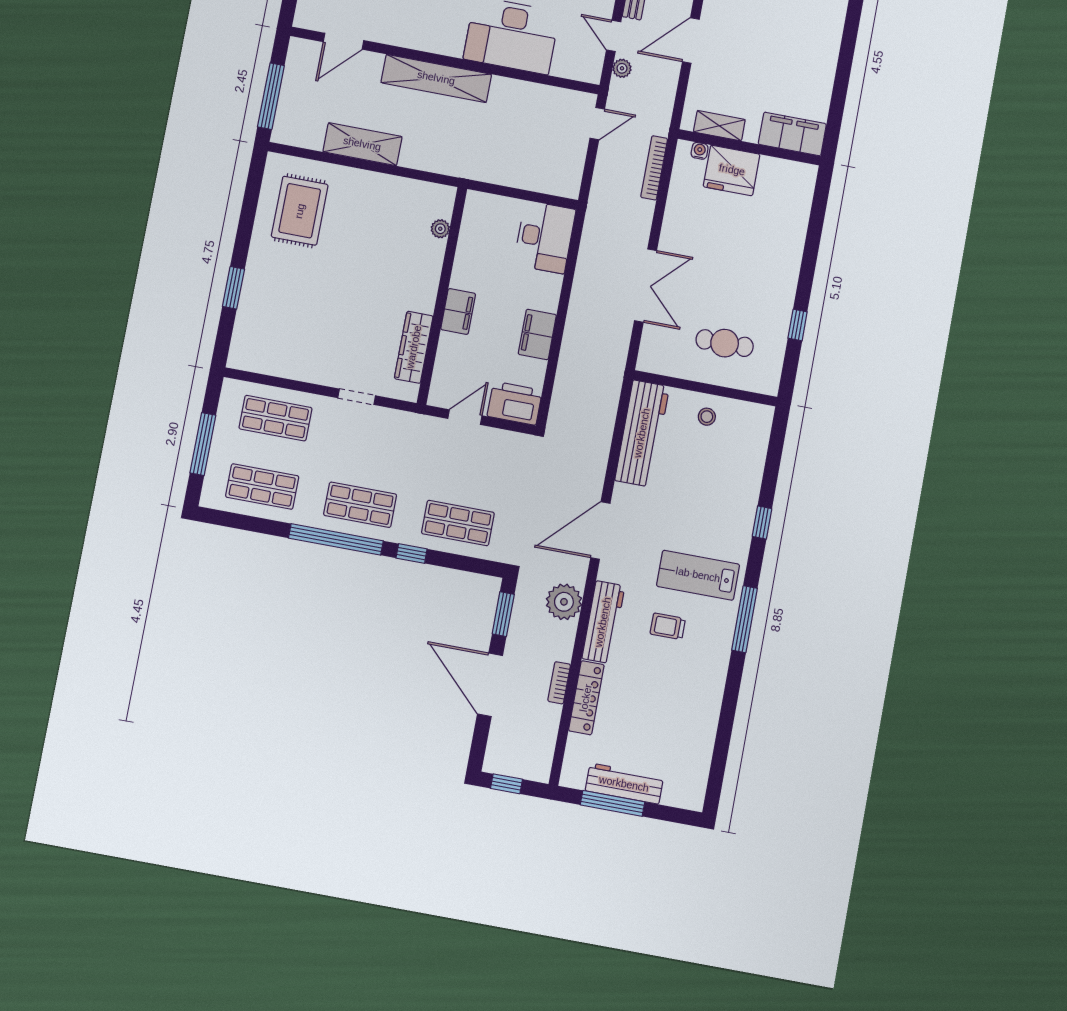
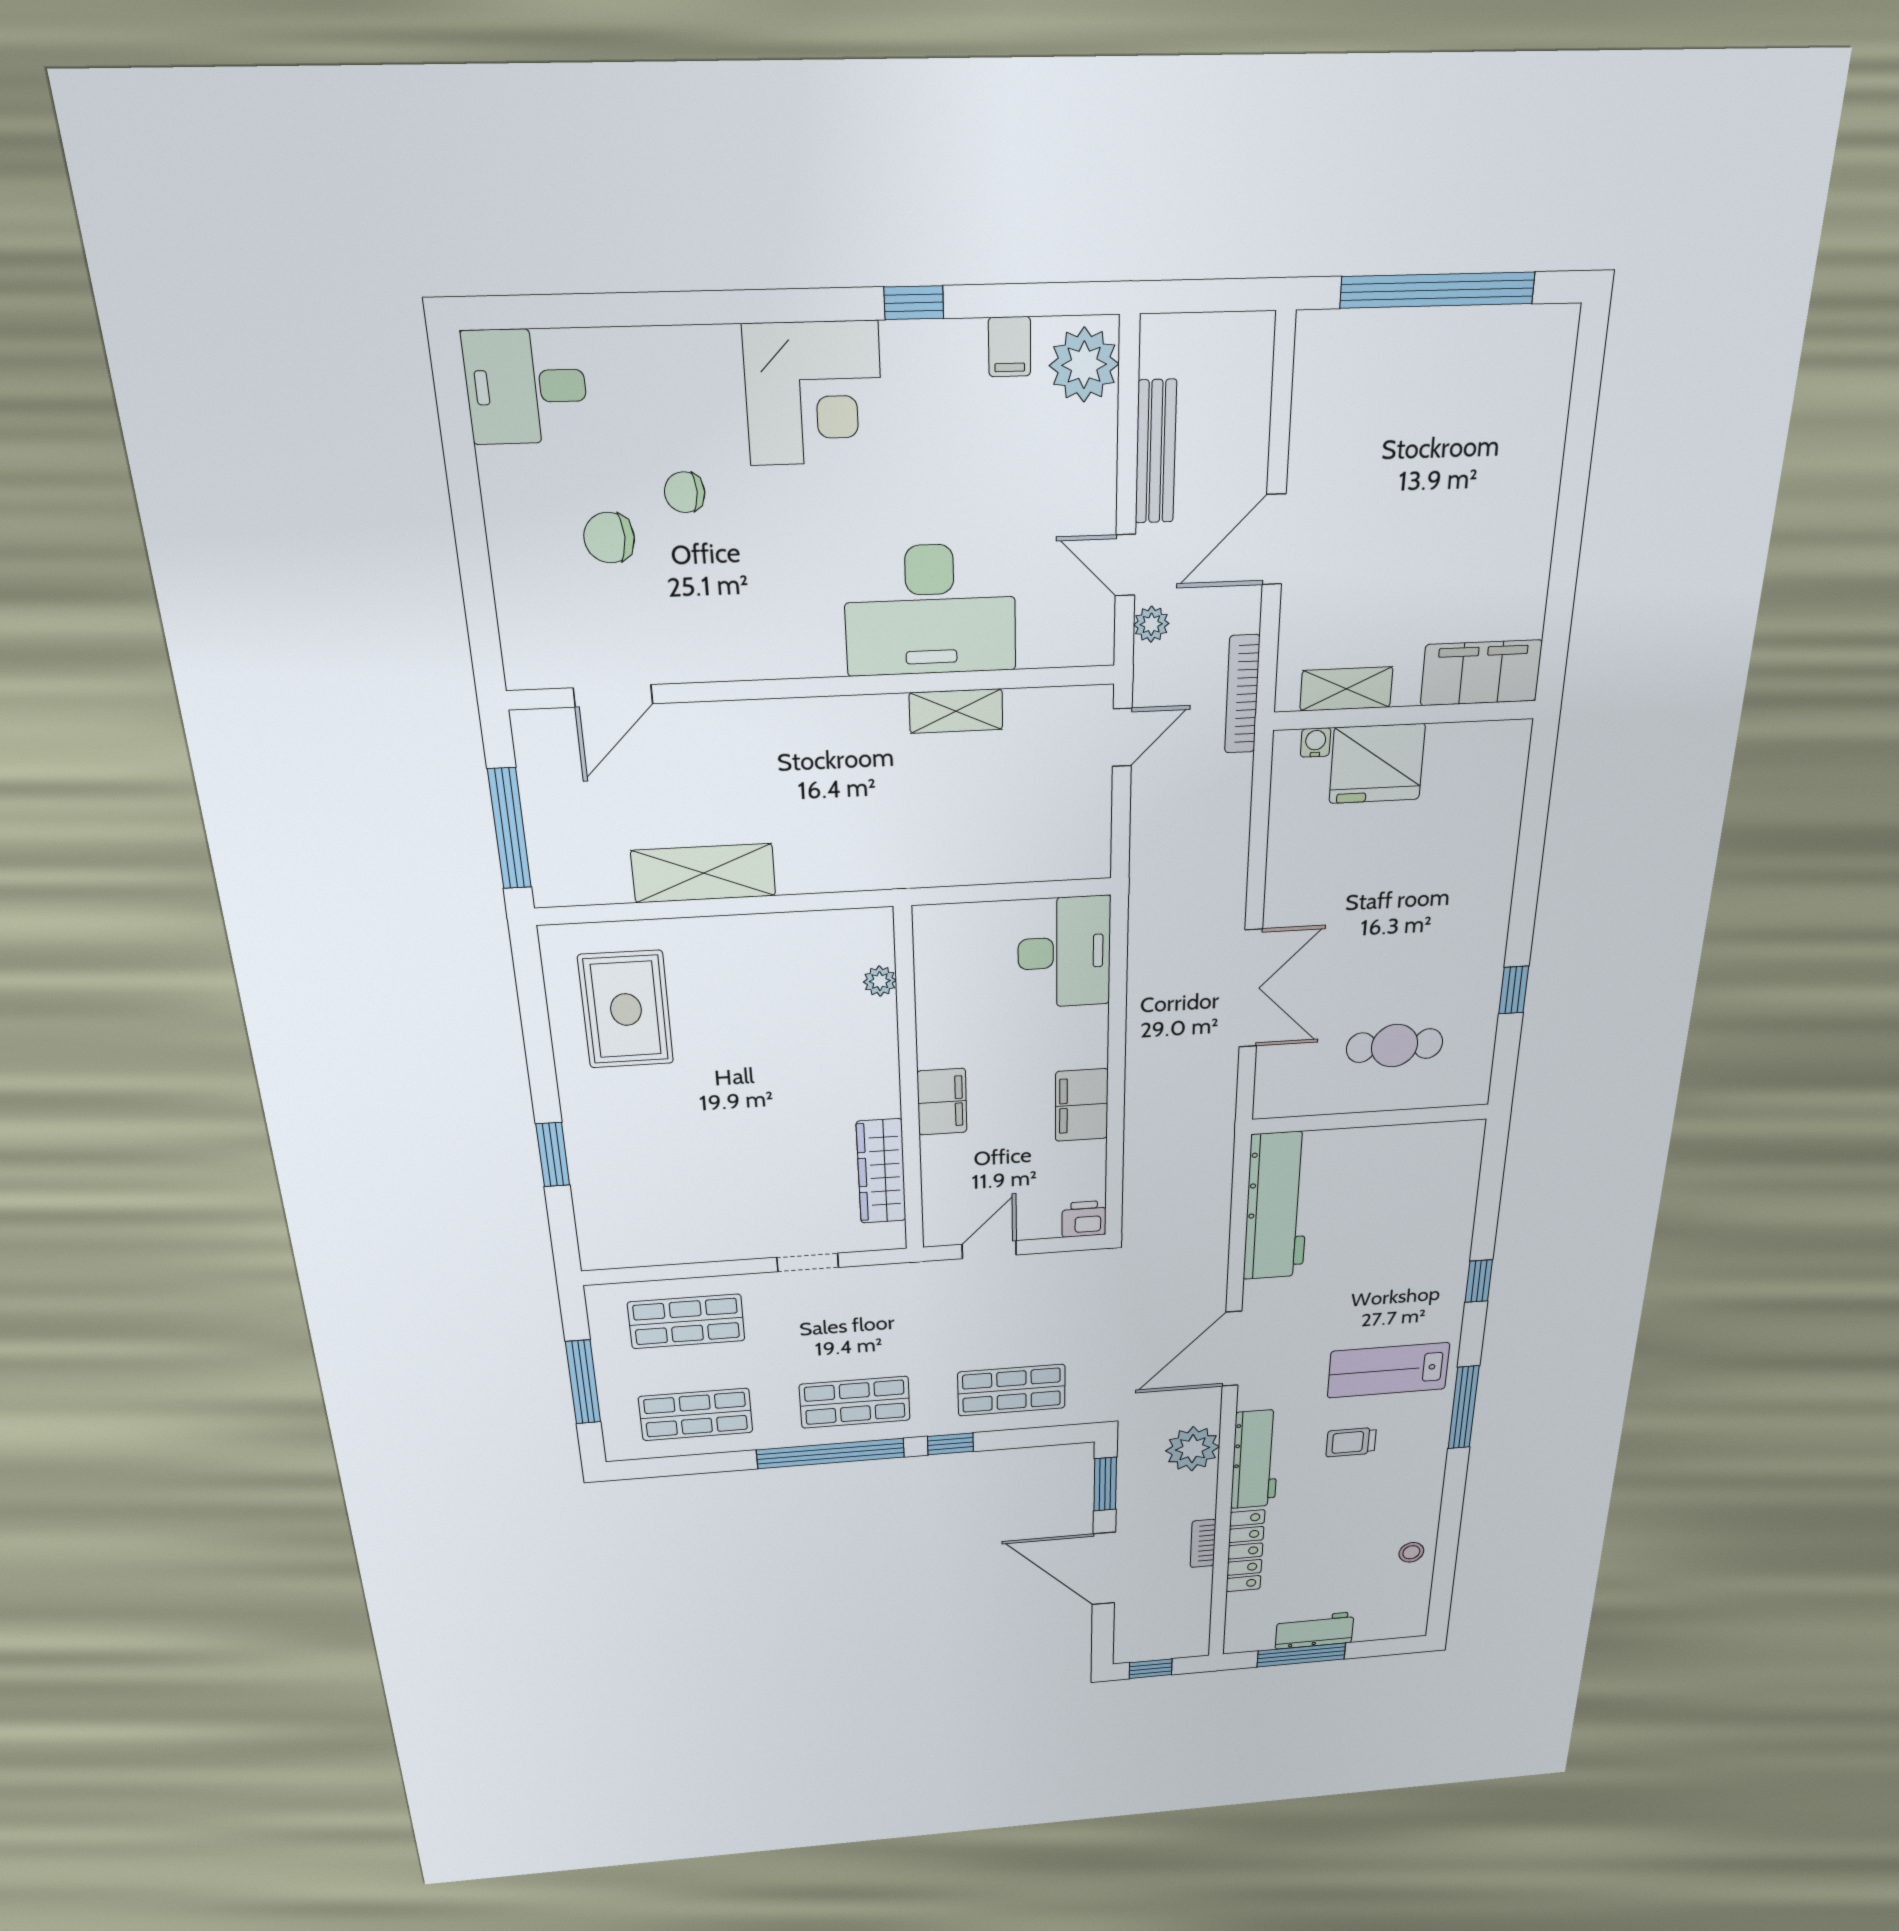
shelving: (436, 78) -> (956, 711), moved, width x0.45, depth x0.75
bookcase: (654, 168) -> (1242, 694), moved
printer: (515, 403) -> (1084, 1219), width x0.53, depth x0.68
stool: (707, 417) -> (1411, 1552), moved
workbench: (624, 784) -> (1314, 1631), width x0.73

